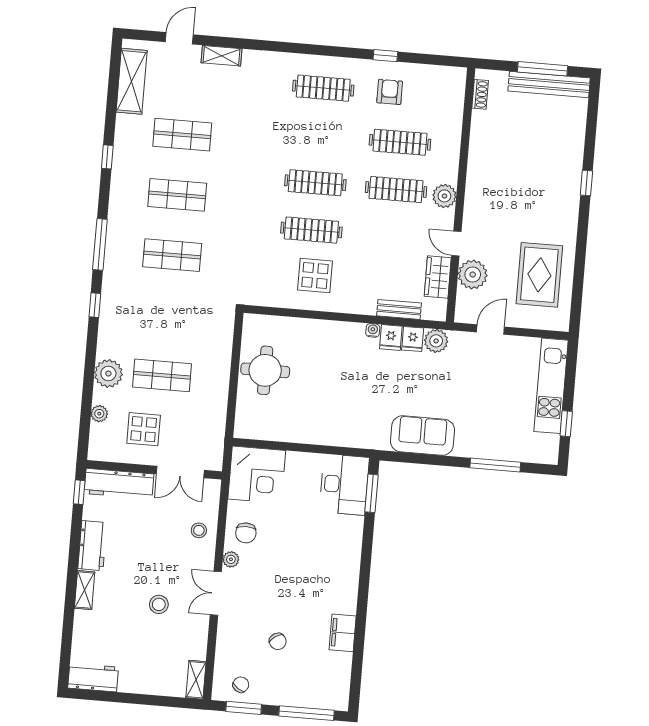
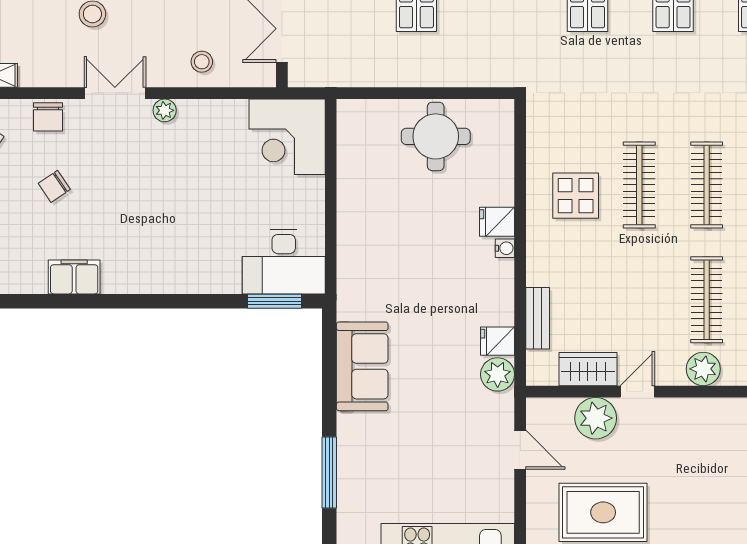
water cooler: (373, 330) -> (505, 248), moved
fridge: (391, 338) -> (497, 222), moved
chair: (246, 533) -> (48, 117), moved, turned -90

